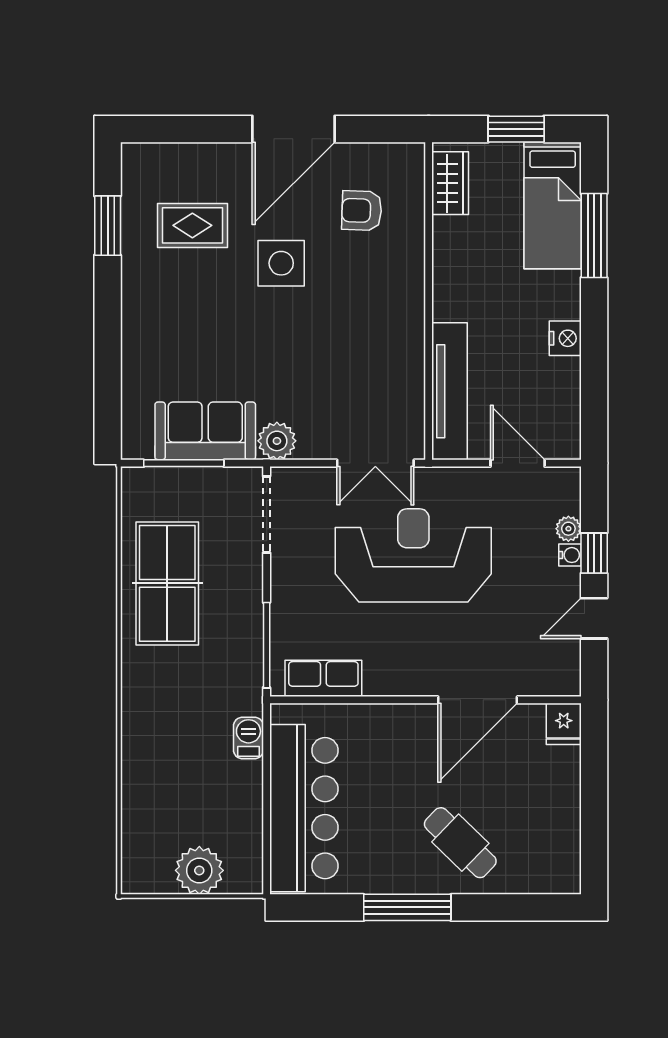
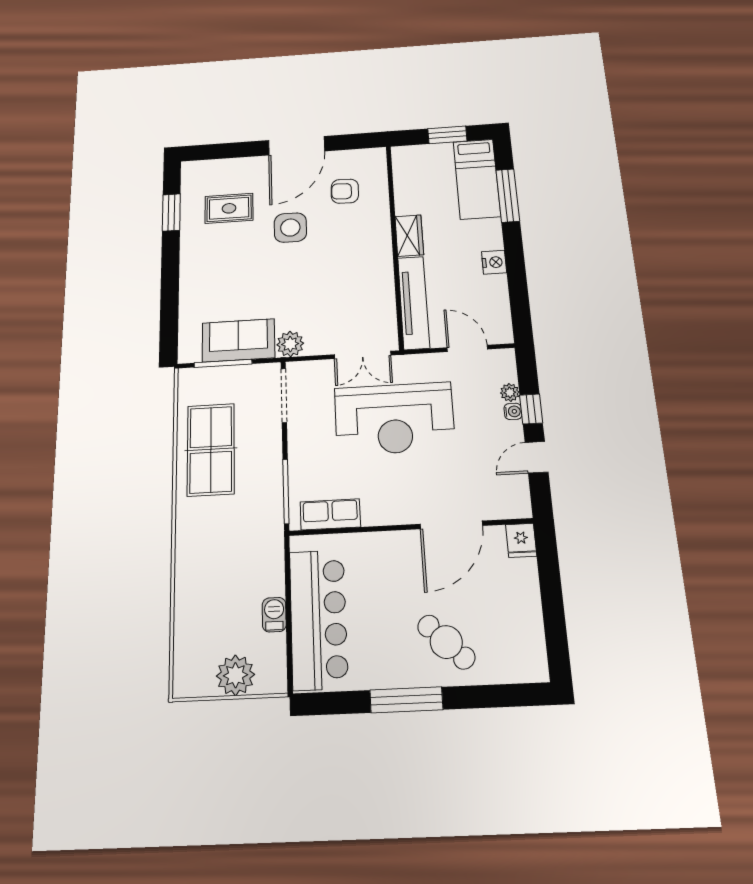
wardrobe: (450, 183) -> (409, 236), moved
reception desk: (413, 555) -> (394, 419), turned 180
barbecue: (248, 738) -> (274, 615), moved

